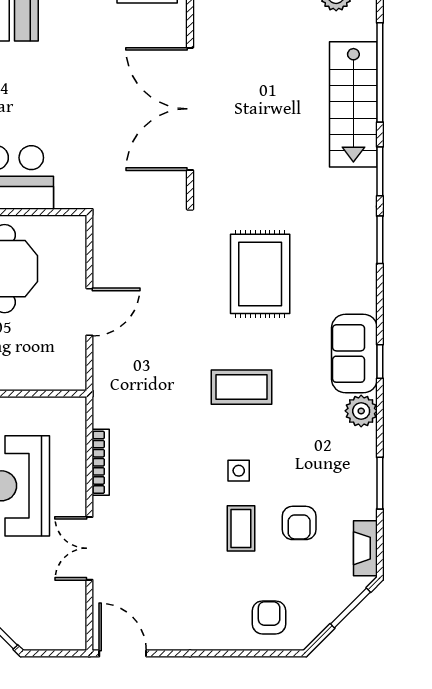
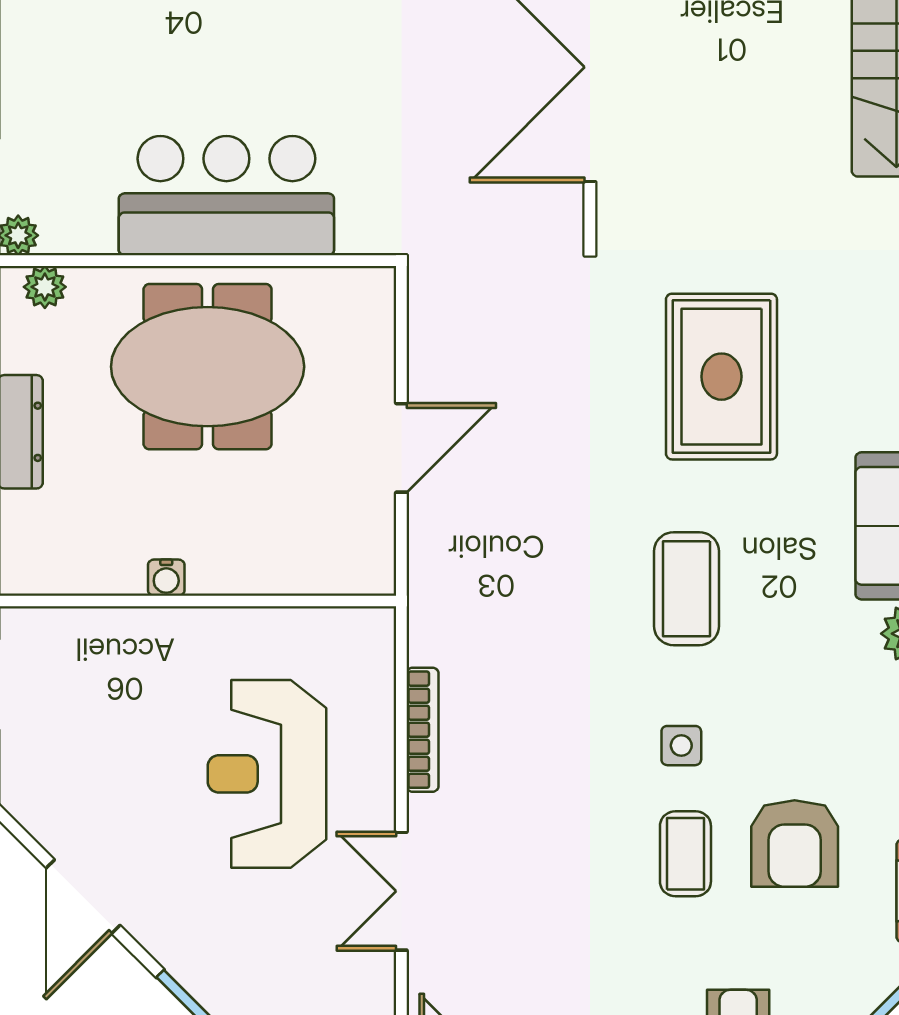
coffee table: (241, 387) -> (686, 589), turned 90
armchair: (299, 523) -> (795, 843), width x1.38, depth x1.38

